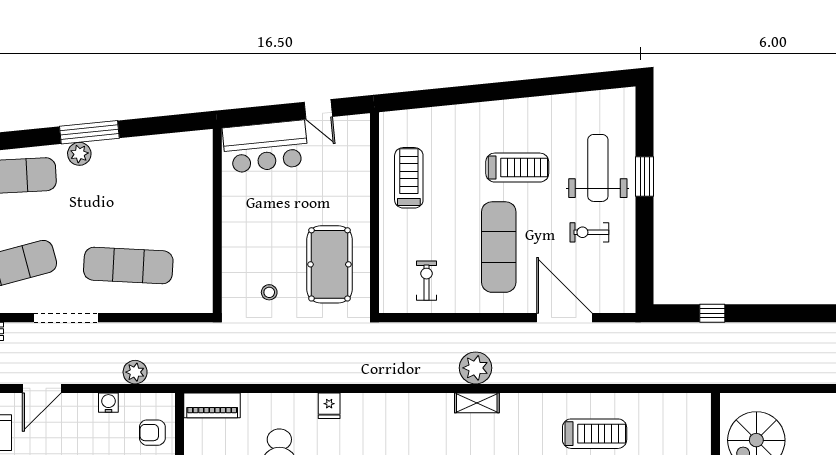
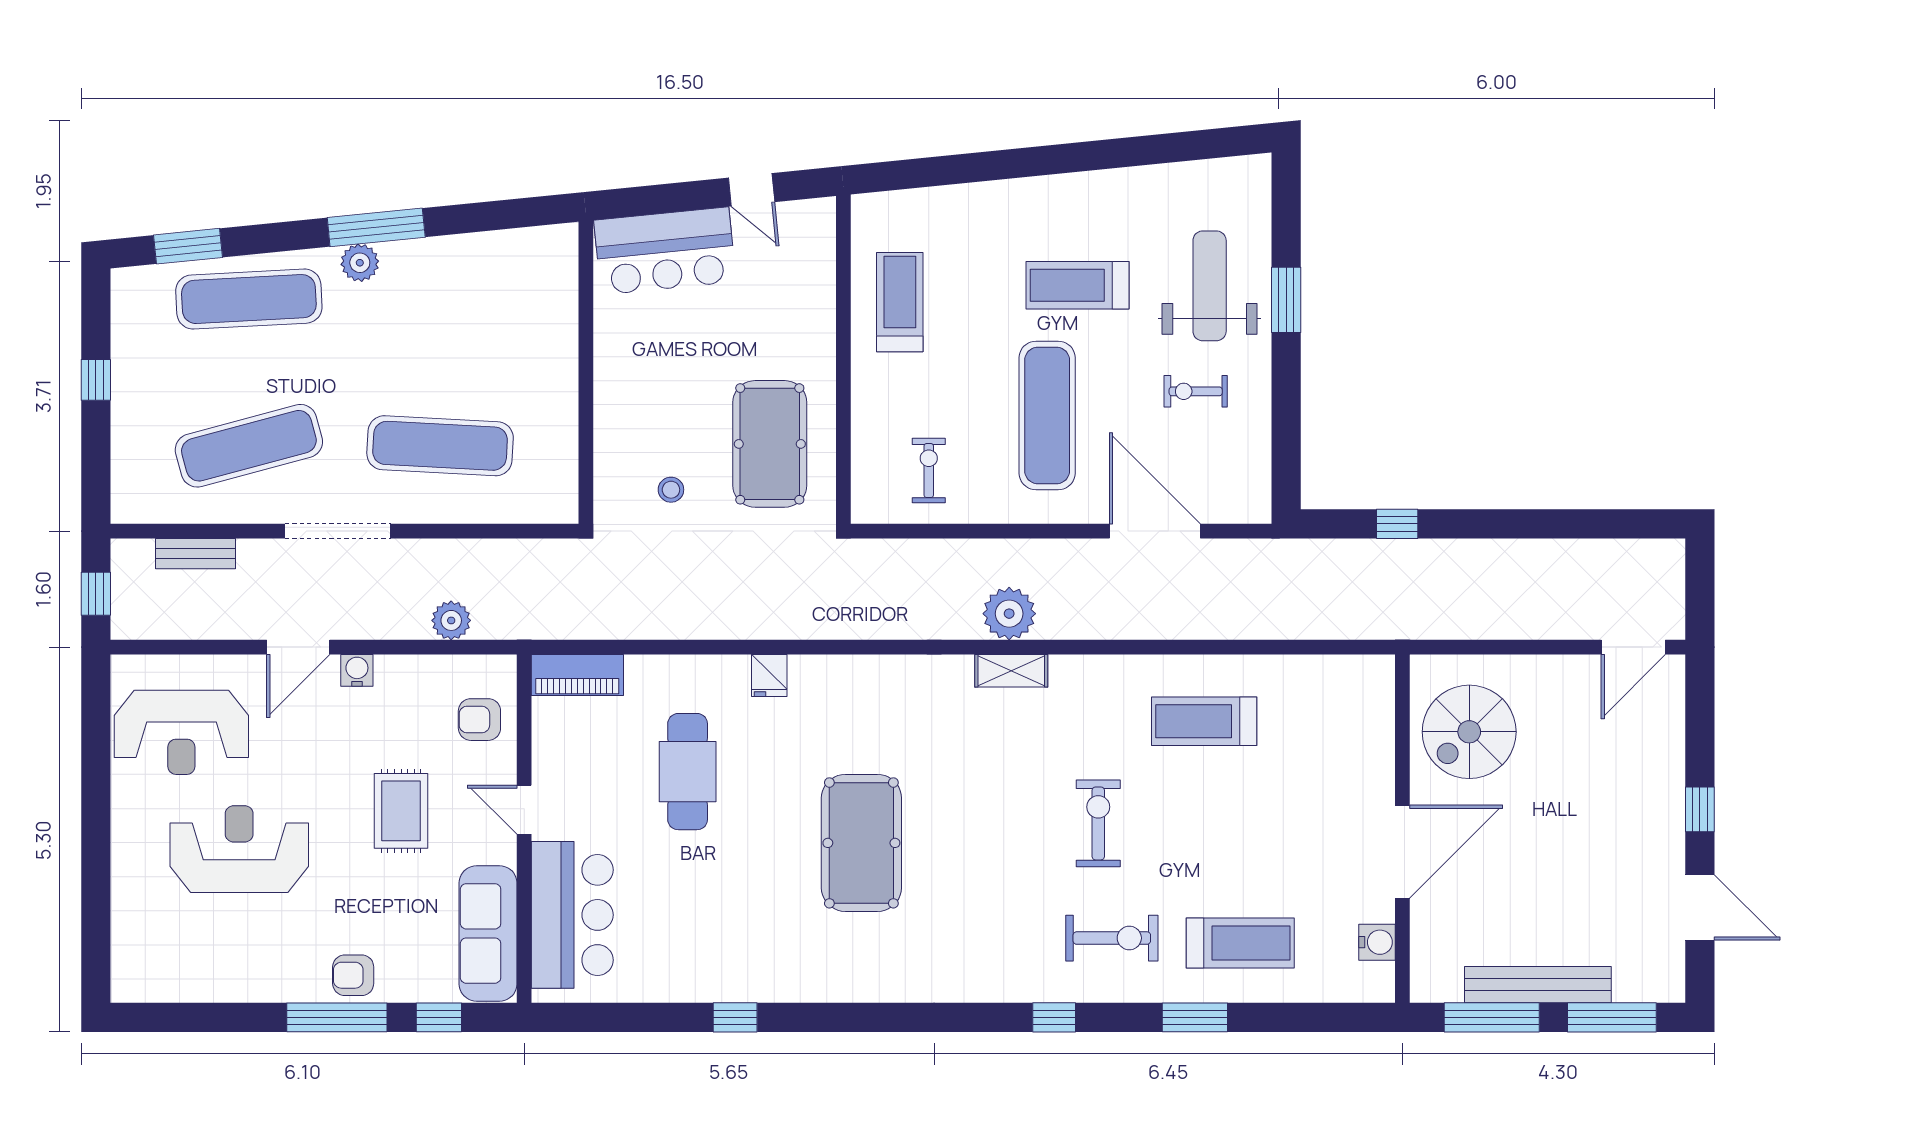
treadmill: (517, 168) -> (1078, 285), turned 180
water cooler: (108, 403) -> (357, 670), moved
treadmill: (595, 434) -> (1204, 721), turned 180

